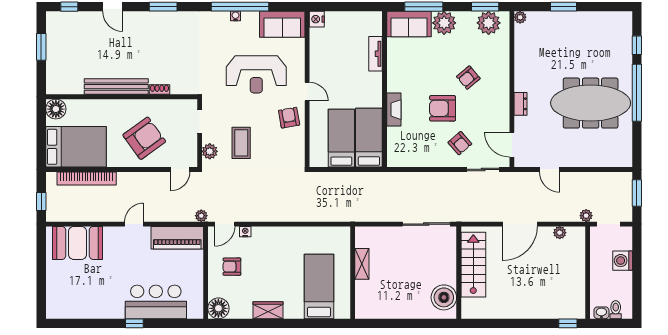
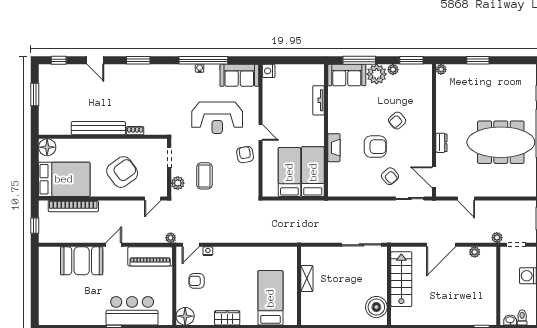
plant: (489, 23) -> (393, 70), moved, width x0.53, depth x0.53
armchair: (443, 108) -> (375, 147), turned 180
booth: (78, 243) -> (82, 261), moved

